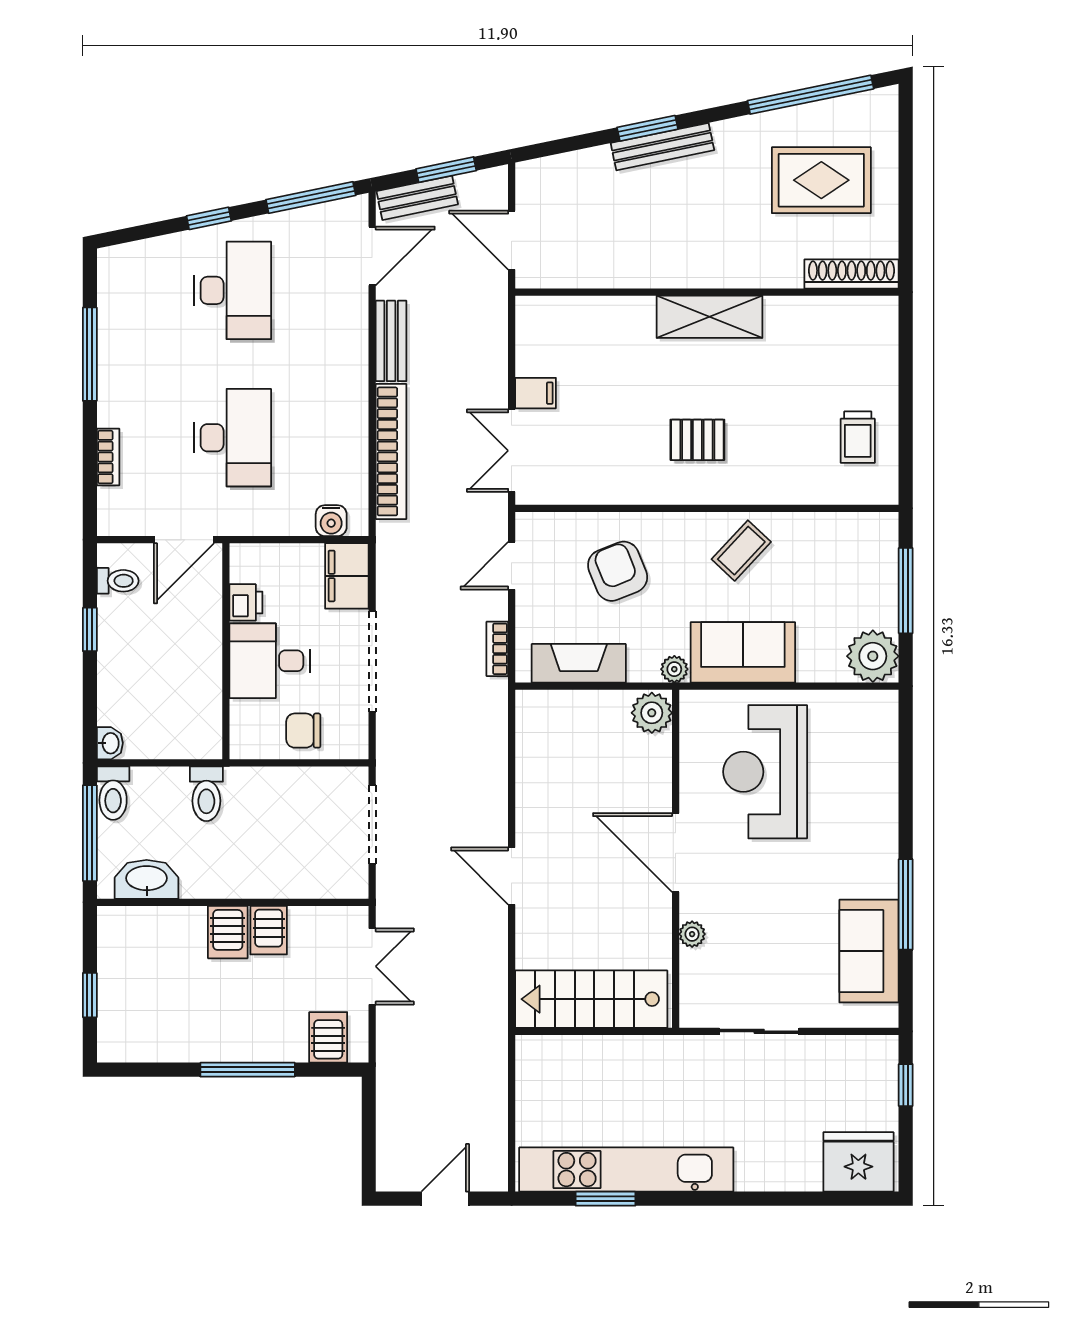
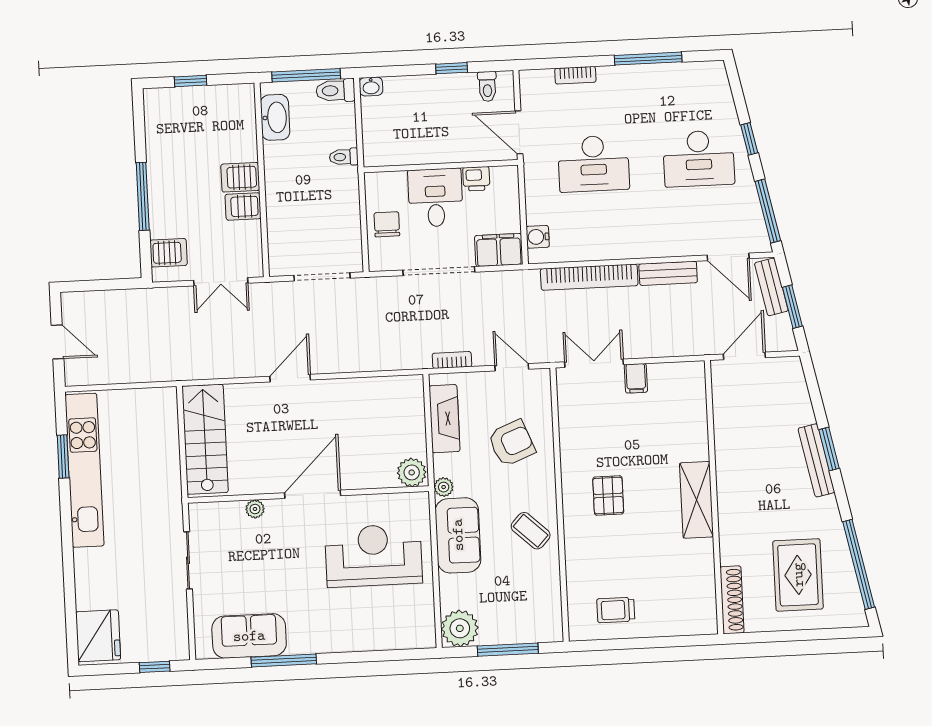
toilet: (206, 794) -> (344, 157), width x0.73, depth x0.72

